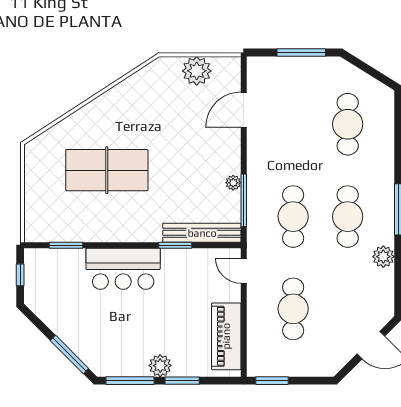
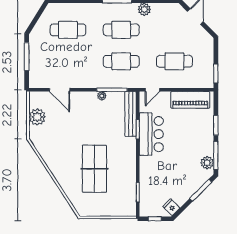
bar counter: (123, 269) -> (151, 134), moved
fridge: (40, 303) -> (171, 207), added
plant: (160, 366) -> (207, 163), moved

